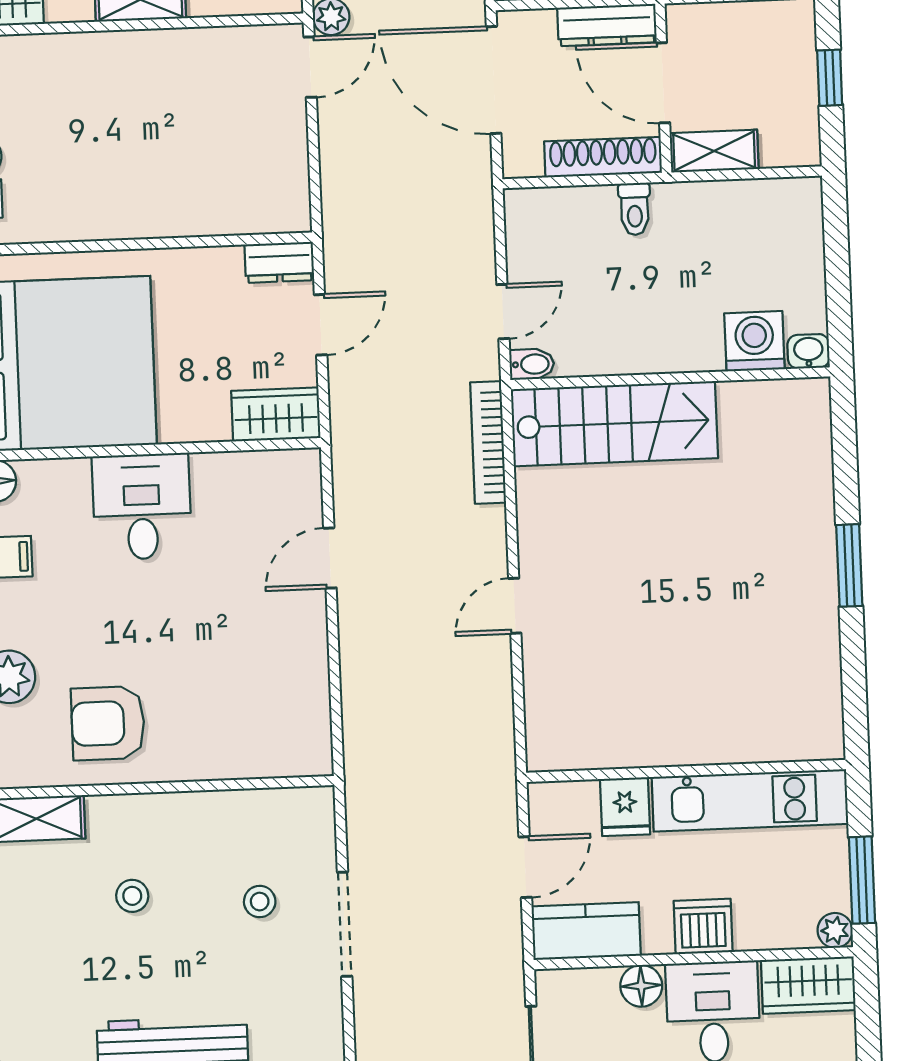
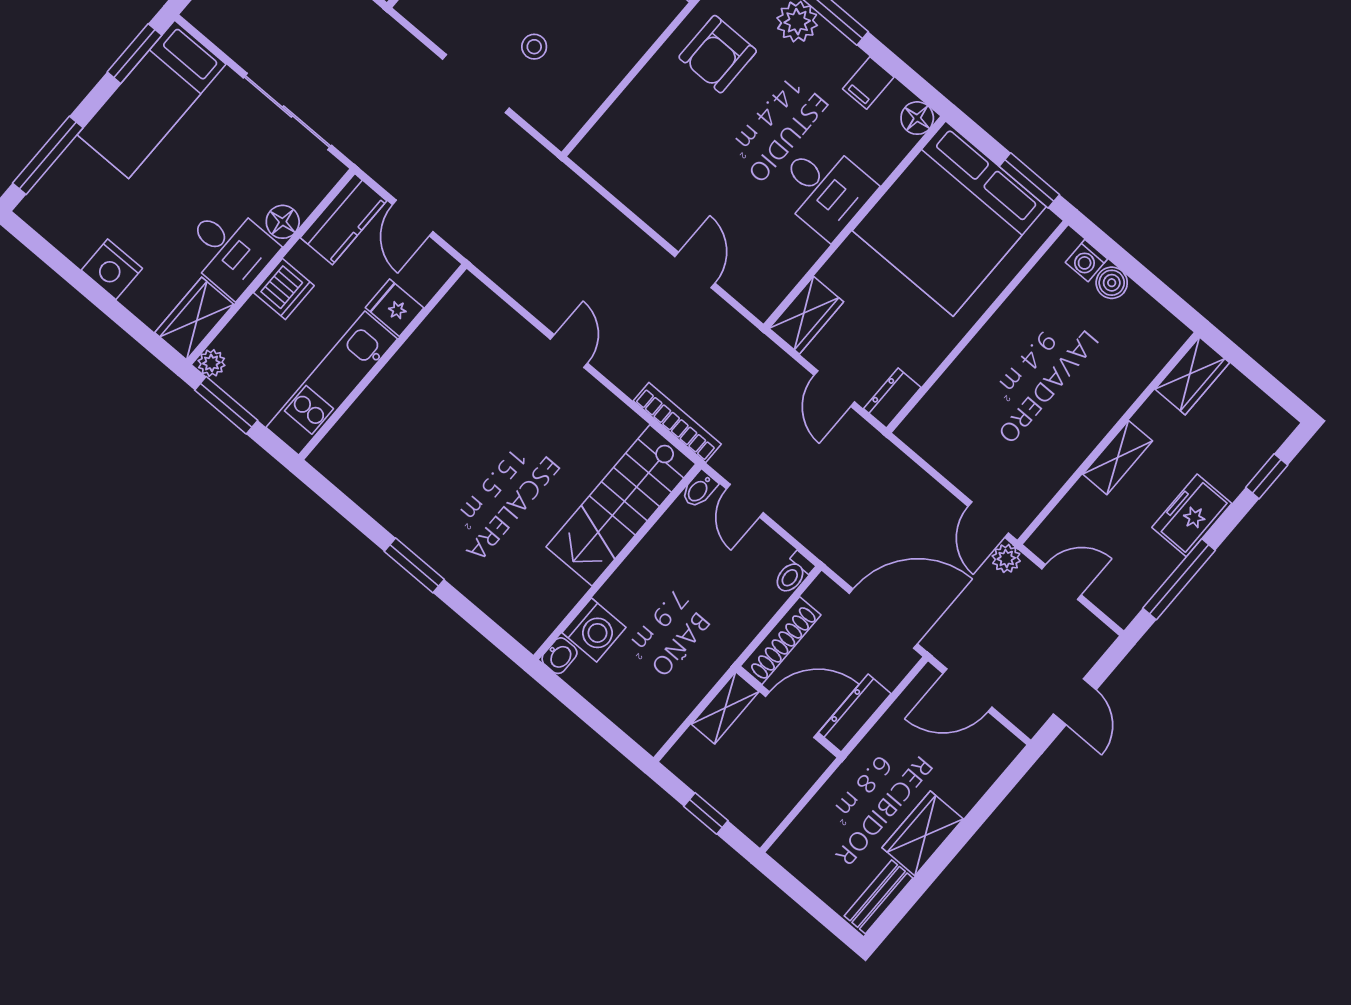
toilet: (635, 209) -> (793, 573), moved, turned -90
armchair: (108, 723) -> (718, 54), turned 180

